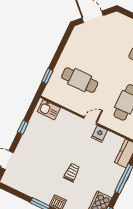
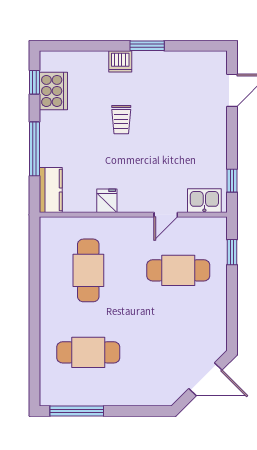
door: (90, 121) -> (166, 215), moved
window: (23, 127) -> (232, 181), moved

